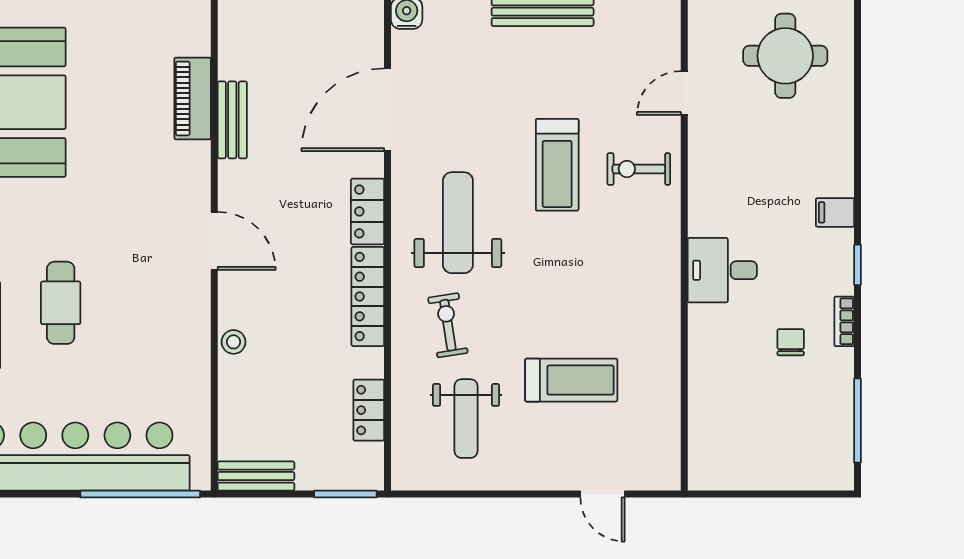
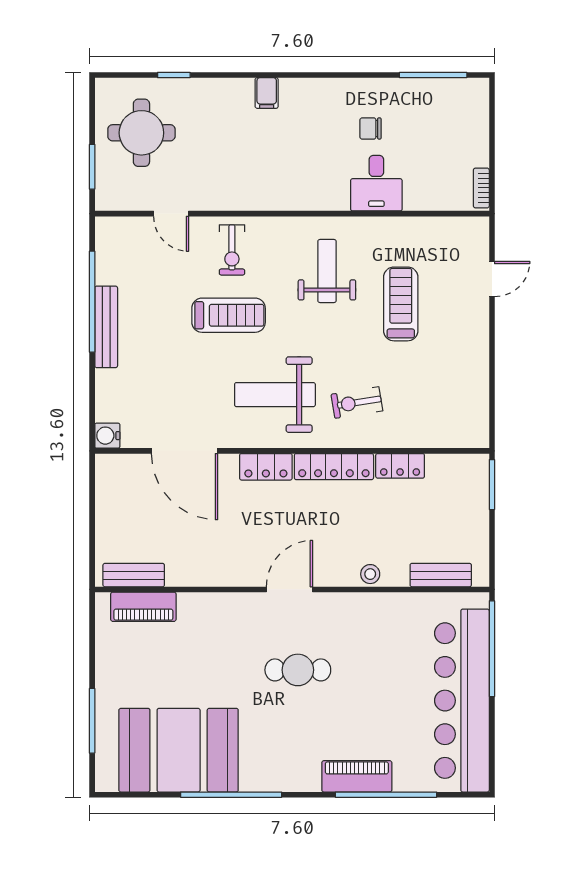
piano: (193, 98) -> (143, 607), moved
bench: (232, 120) -> (134, 575), moved
window: (857, 265) -> (174, 75), moved
desk: (722, 270) -> (376, 183), moved
cafe table: (61, 303) -> (298, 670), moved
bookcase: (844, 321) -> (481, 188), moved, turned 90
locker: (369, 410) -> (400, 466), moved
weight bench: (466, 419) -> (327, 271), moved, turned -90
bench: (256, 476) -> (441, 575), moved, turned 90

